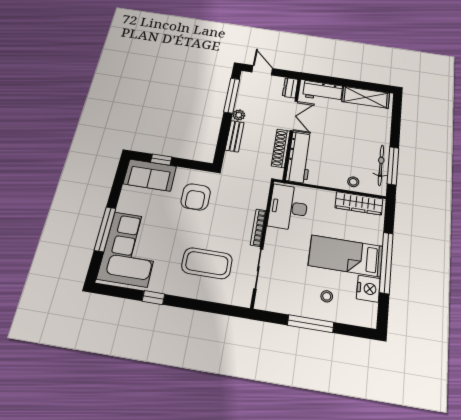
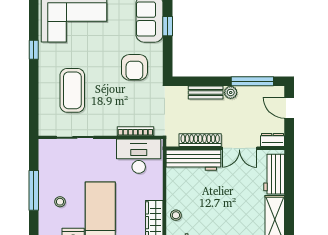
door: (262, 70) -> (289, 108), swing flipped
armchair: (196, 197) -> (134, 67), turned -90
bookcase: (258, 228) -> (135, 131), moved

